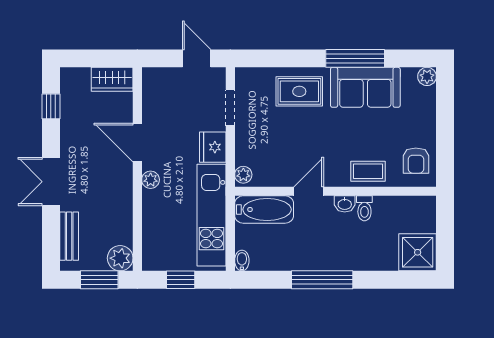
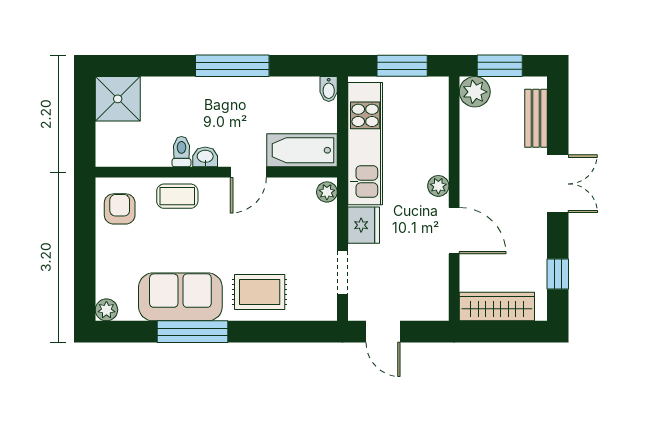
wardrobe: (112, 79) -> (497, 307), width x1.50
window: (181, 280) -> (402, 66), width x1.50

